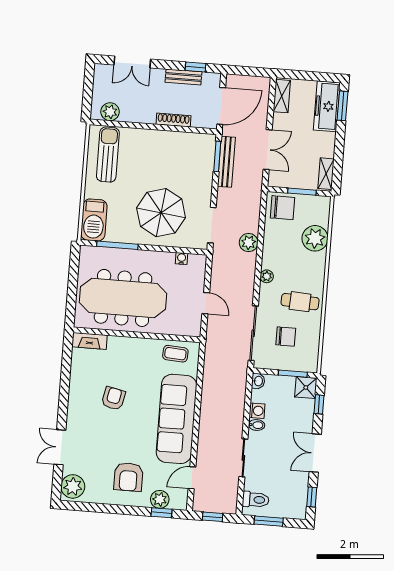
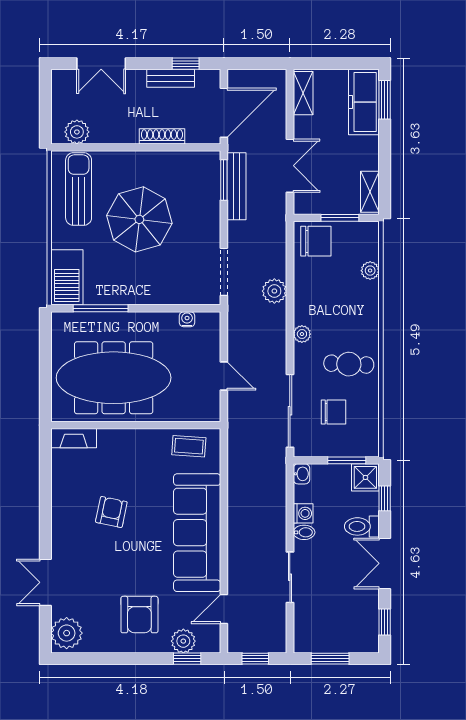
parasol: (161, 213) -> (139, 219), moved
plant: (315, 238) -> (370, 271), width x0.53, depth x0.53
toilet: (256, 500) -> (362, 526), moved, turned 180

